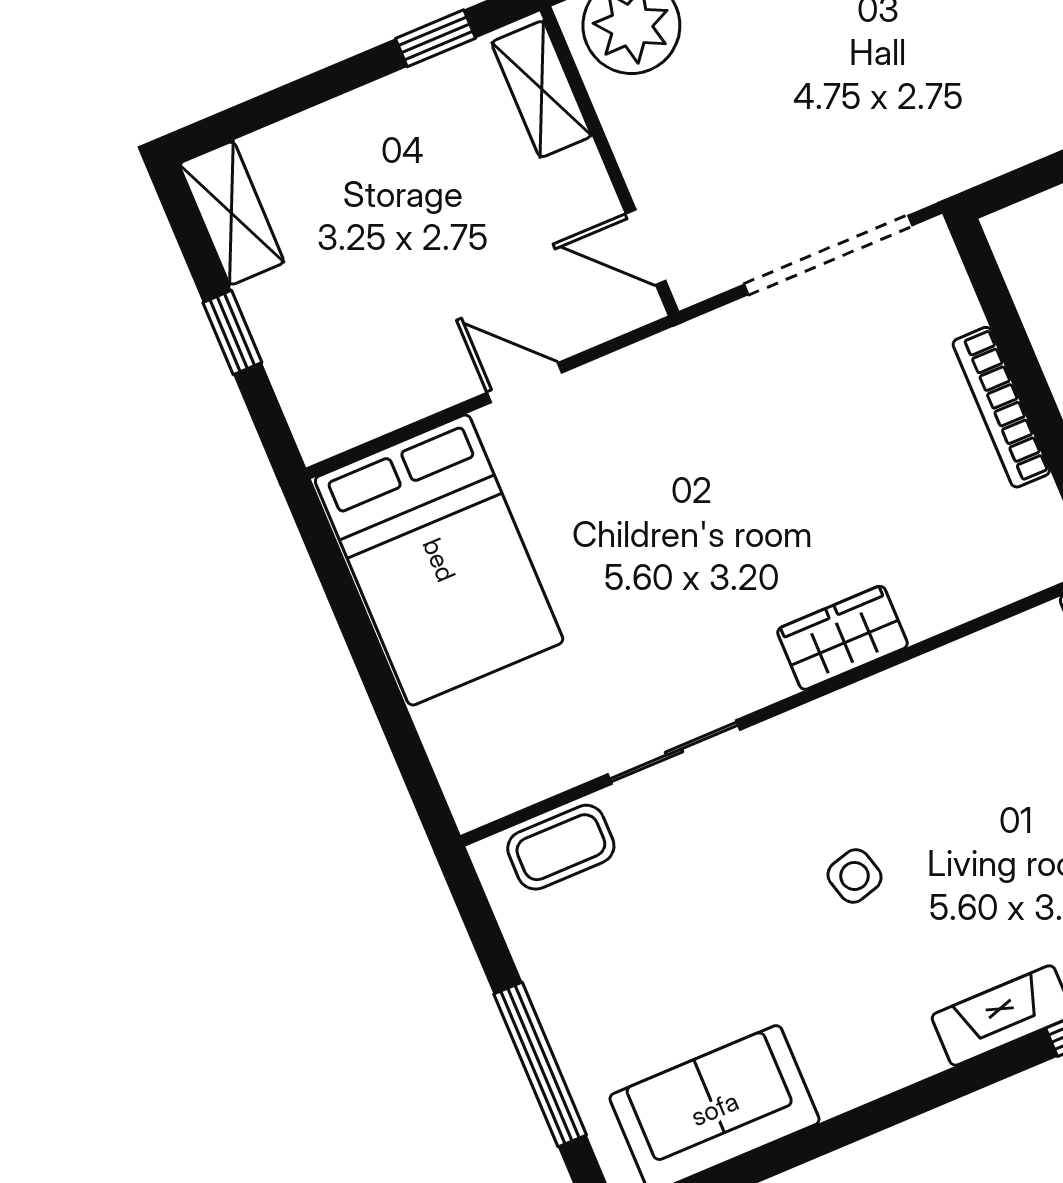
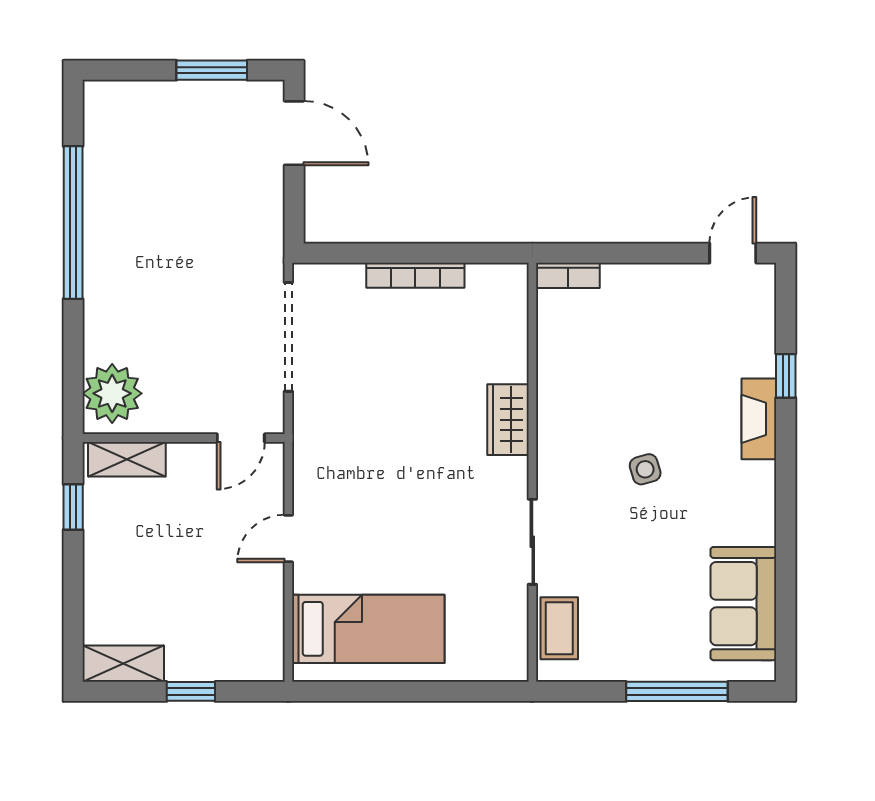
bed: (439, 560) -> (368, 629), width x0.67

